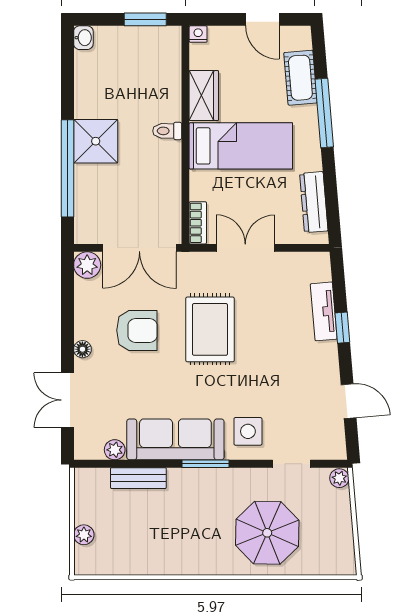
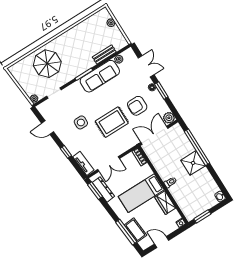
window: (324, 113) -> (126, 232), moved
window: (333, 211) -> (95, 191), added
double door: (245, 248) -> (109, 164), moved
tv unit: (324, 311) -> (83, 163), moved
rug: (210, 329) -> (112, 122), turned 90
window: (67, 331) -> (161, 90), added
side table: (248, 431) -> (81, 122), moved

